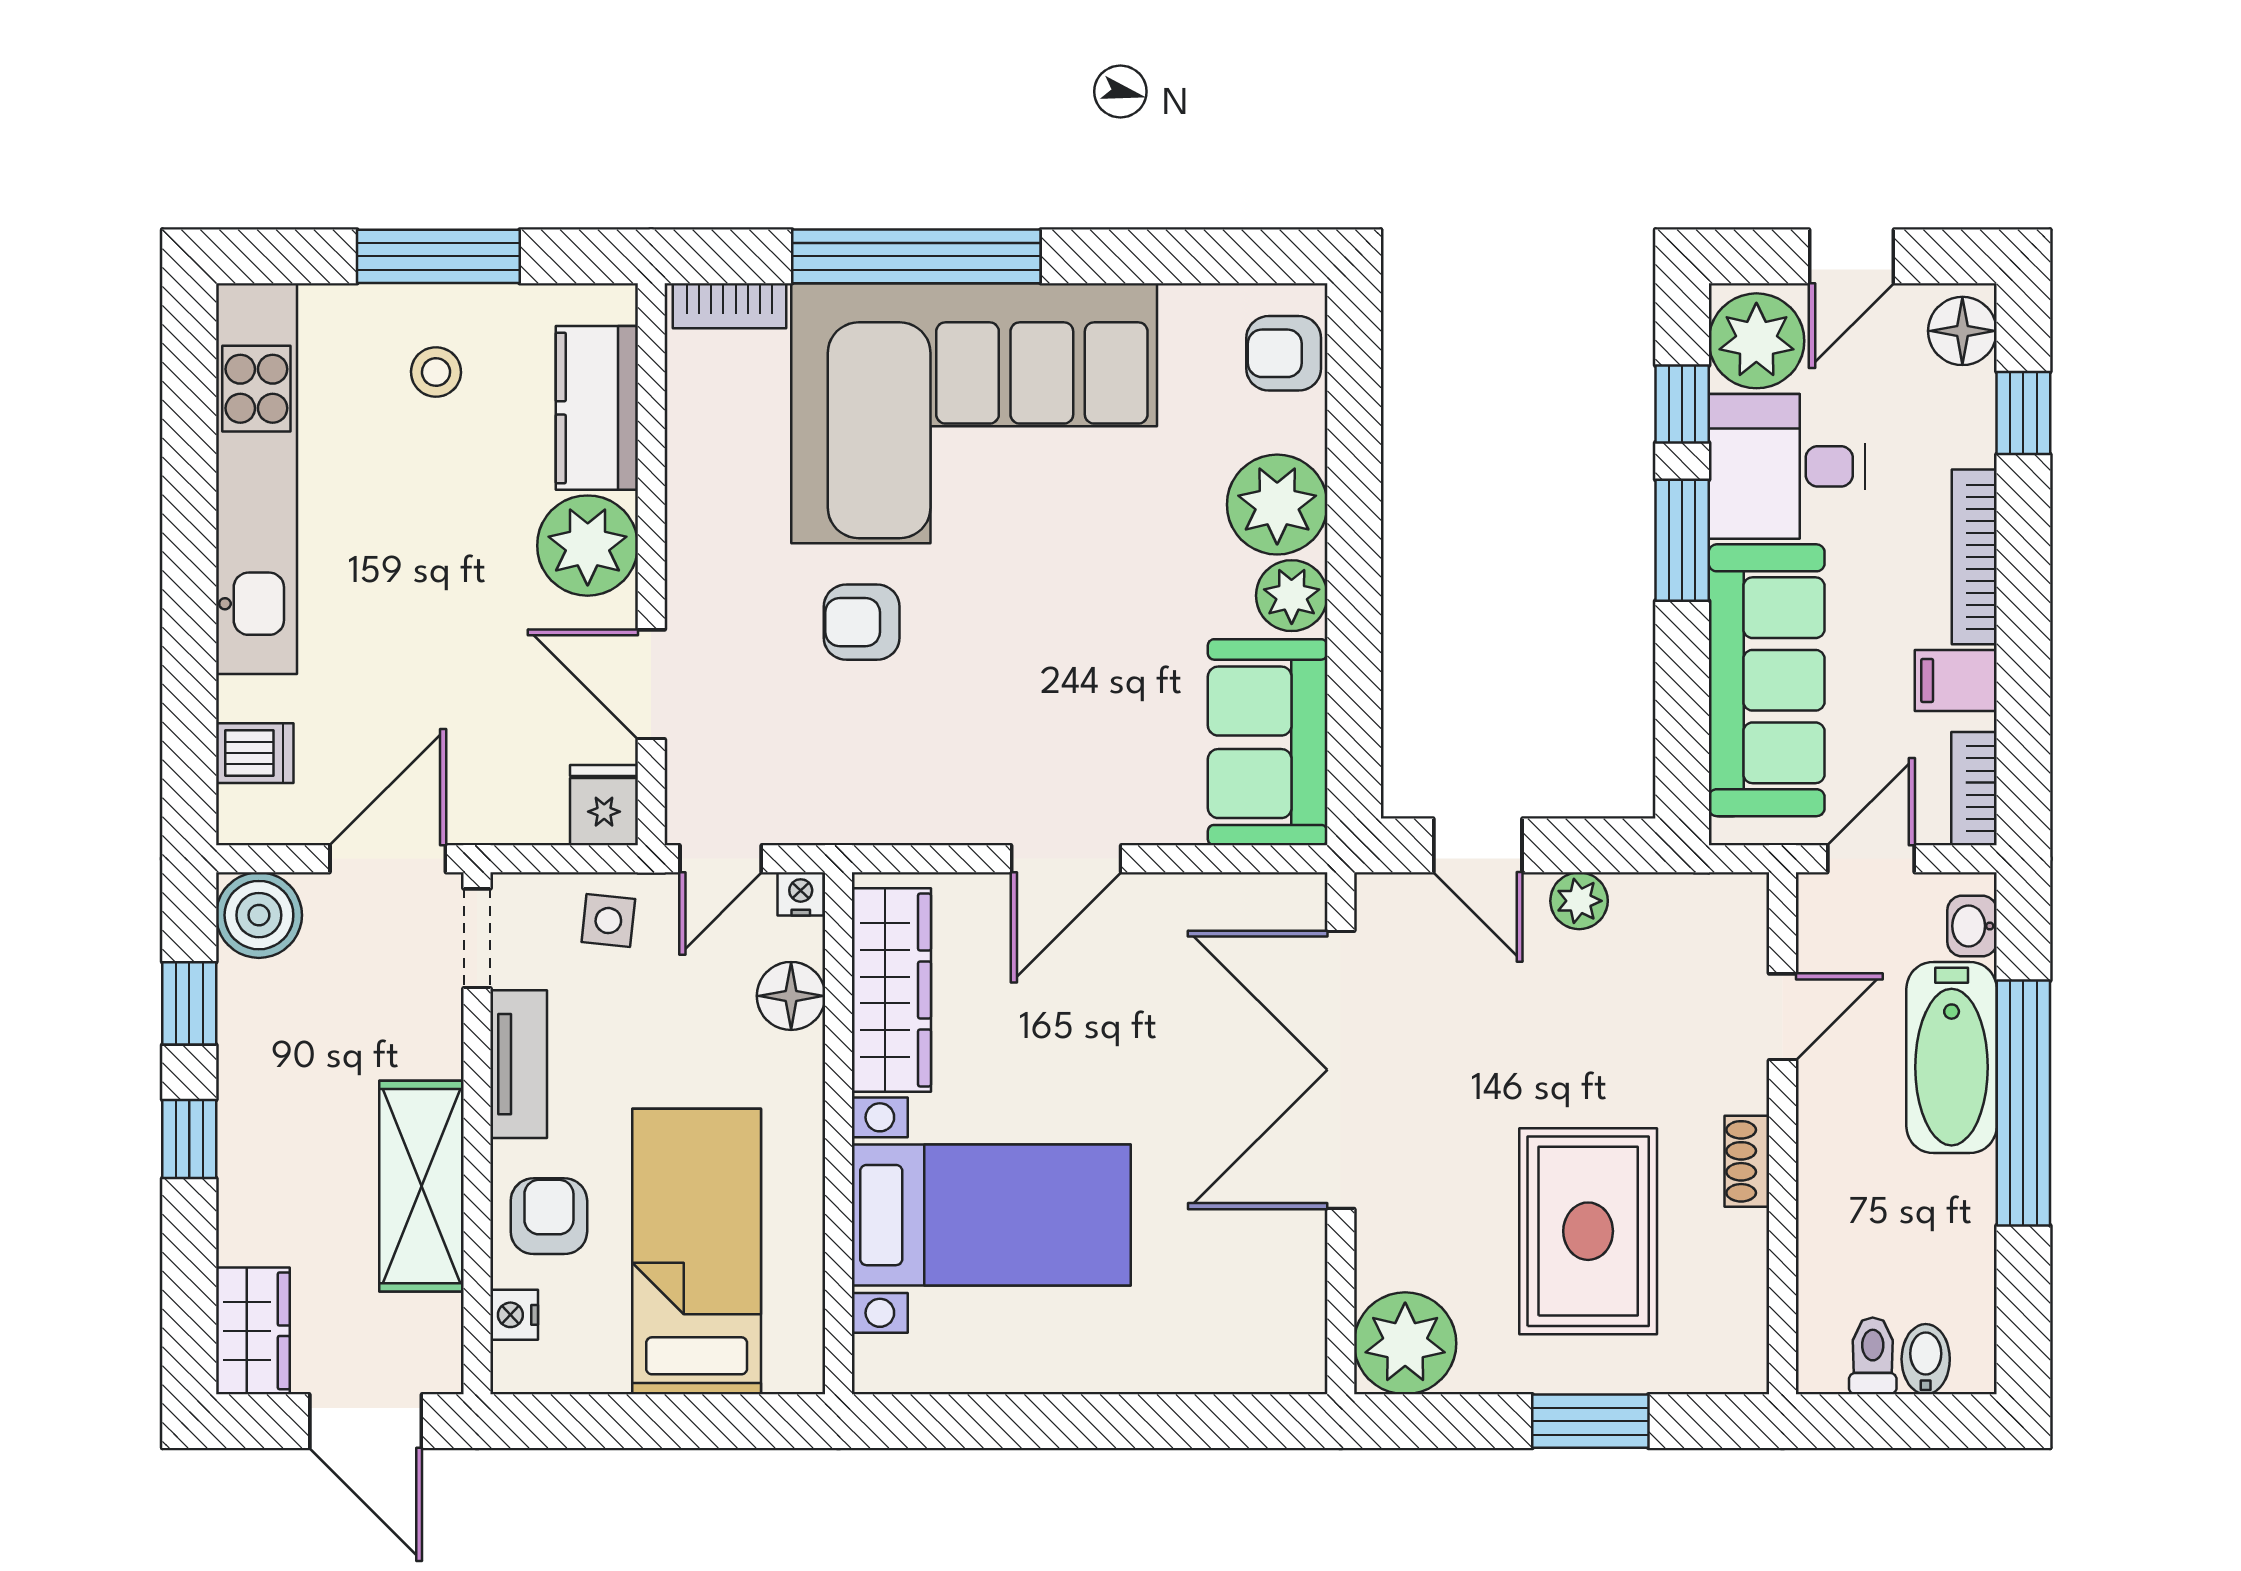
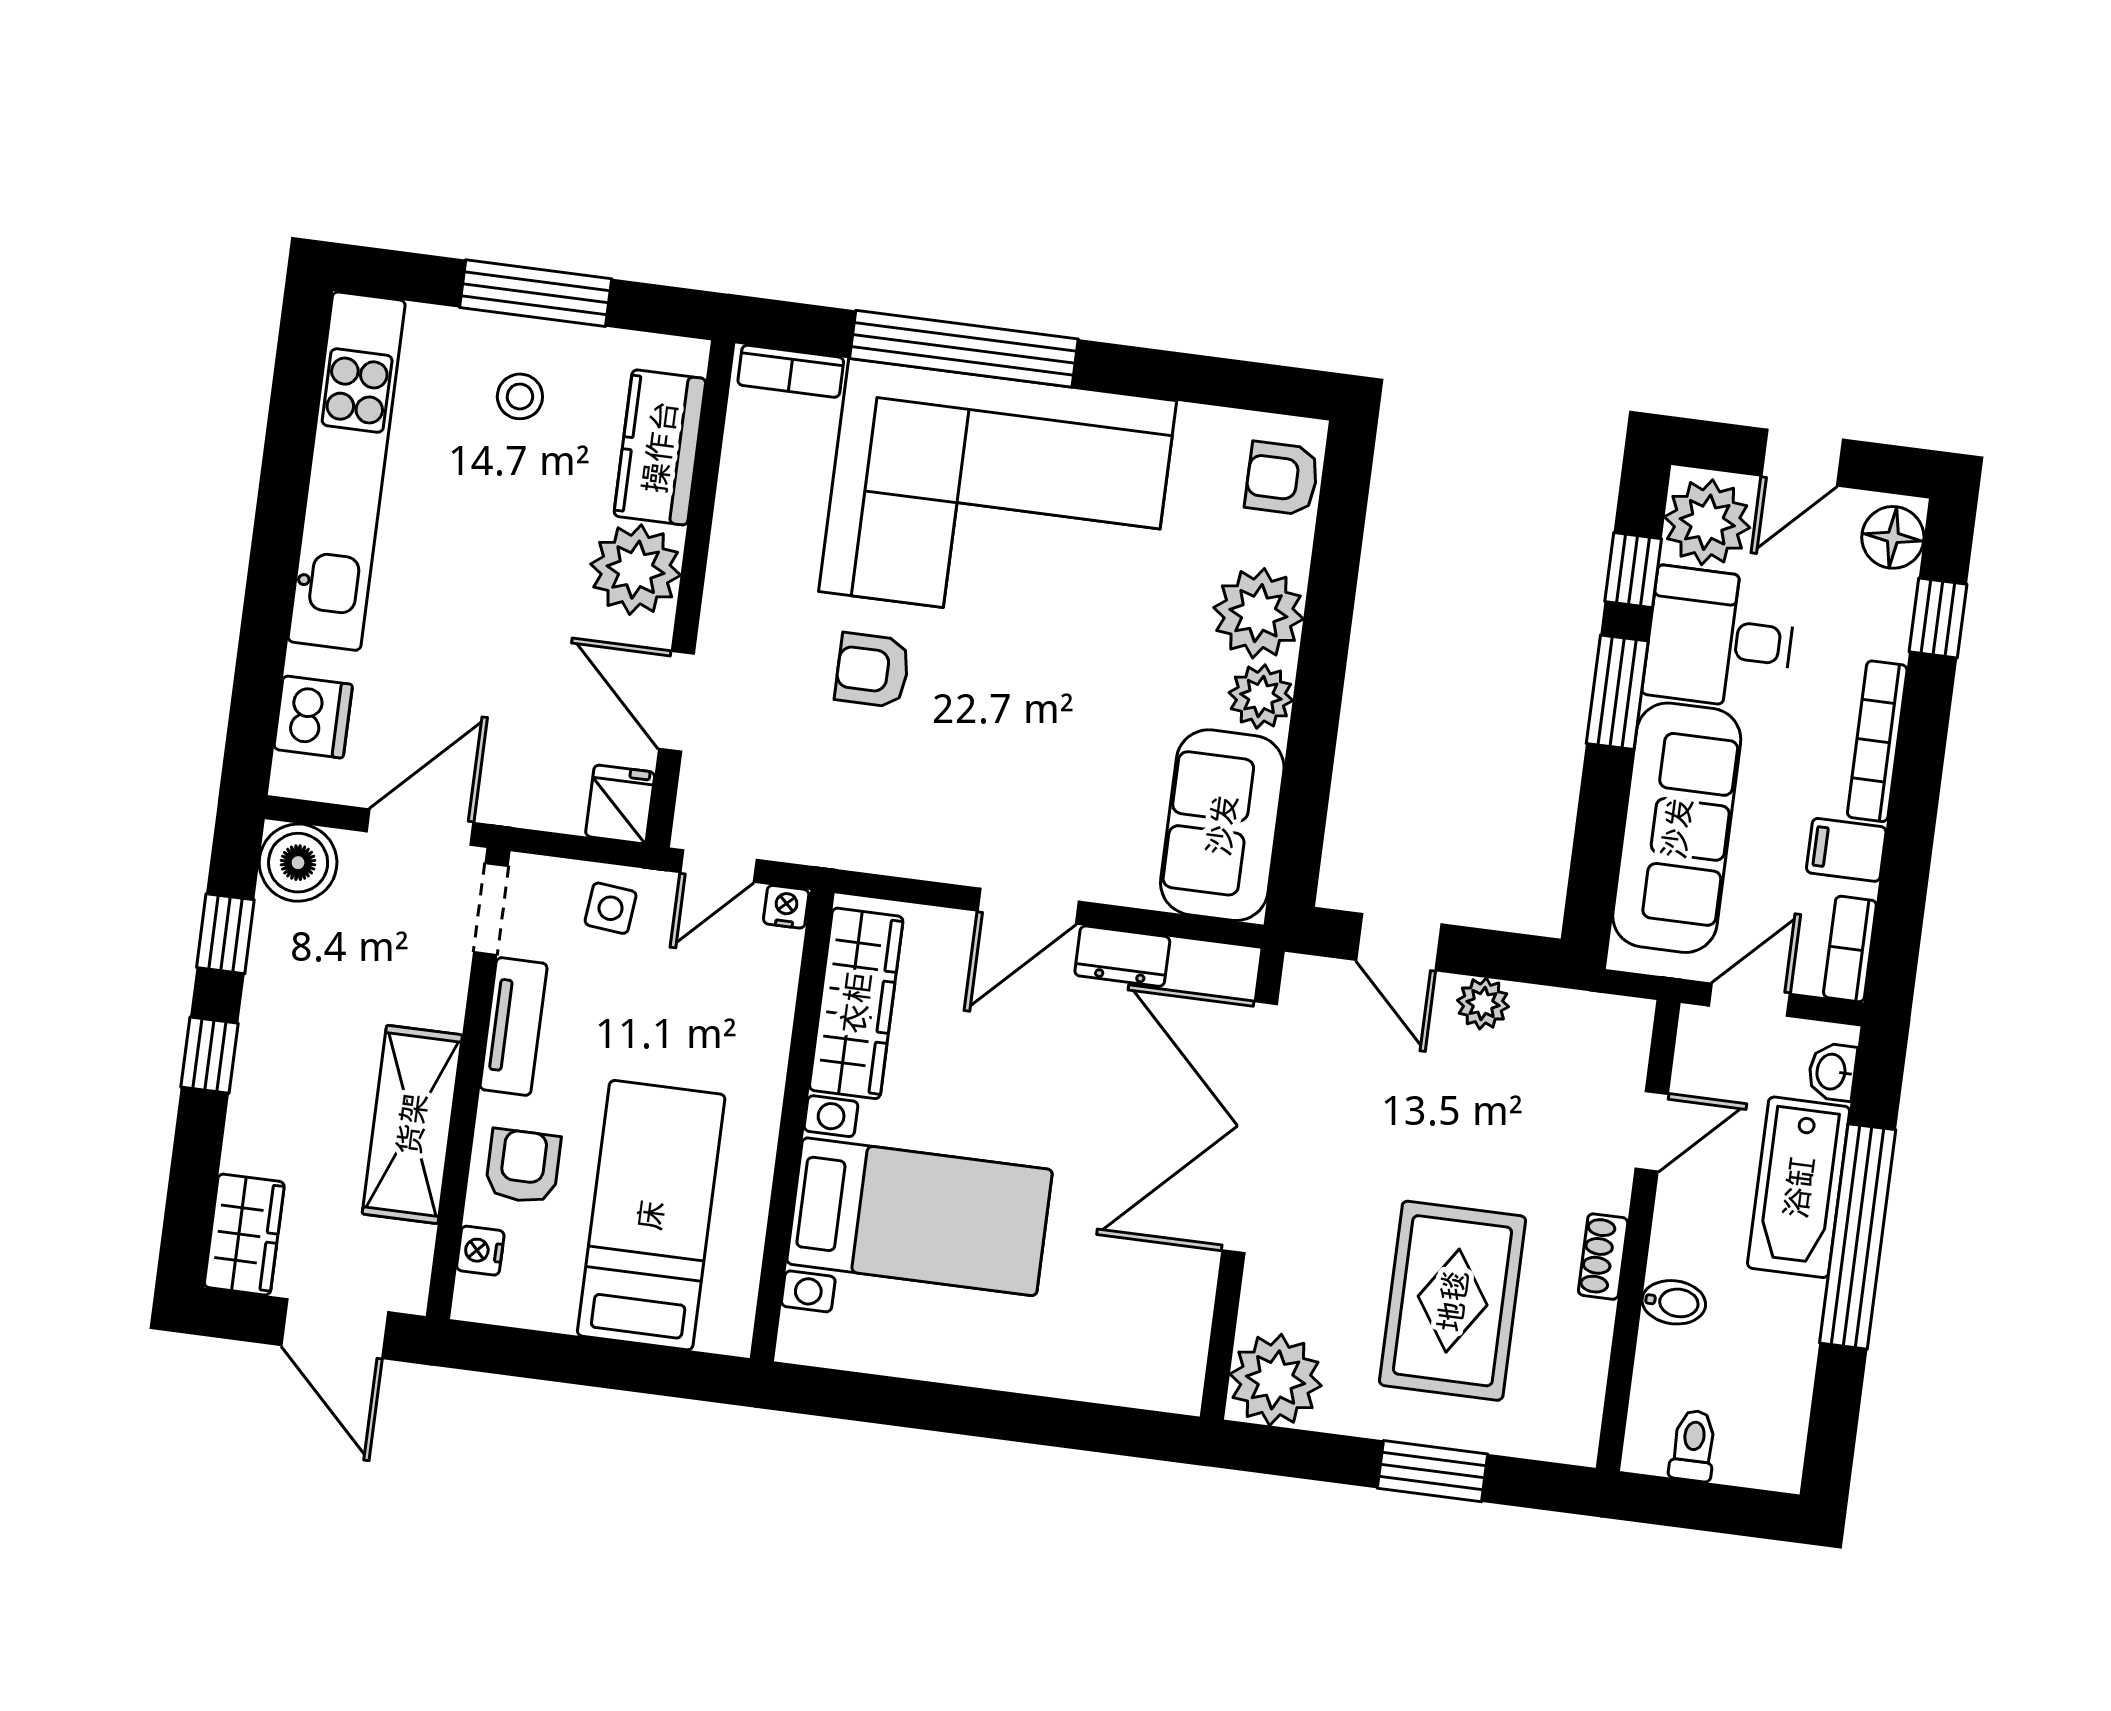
dishwasher: (255, 753) -> (313, 717), width x1.38
dresser: (1177, 900) -> (1122, 956), added
floor lamp: (791, 996) -> (766, 997), removed
bidet: (1926, 1359) -> (1674, 1302), moved, turned 90

